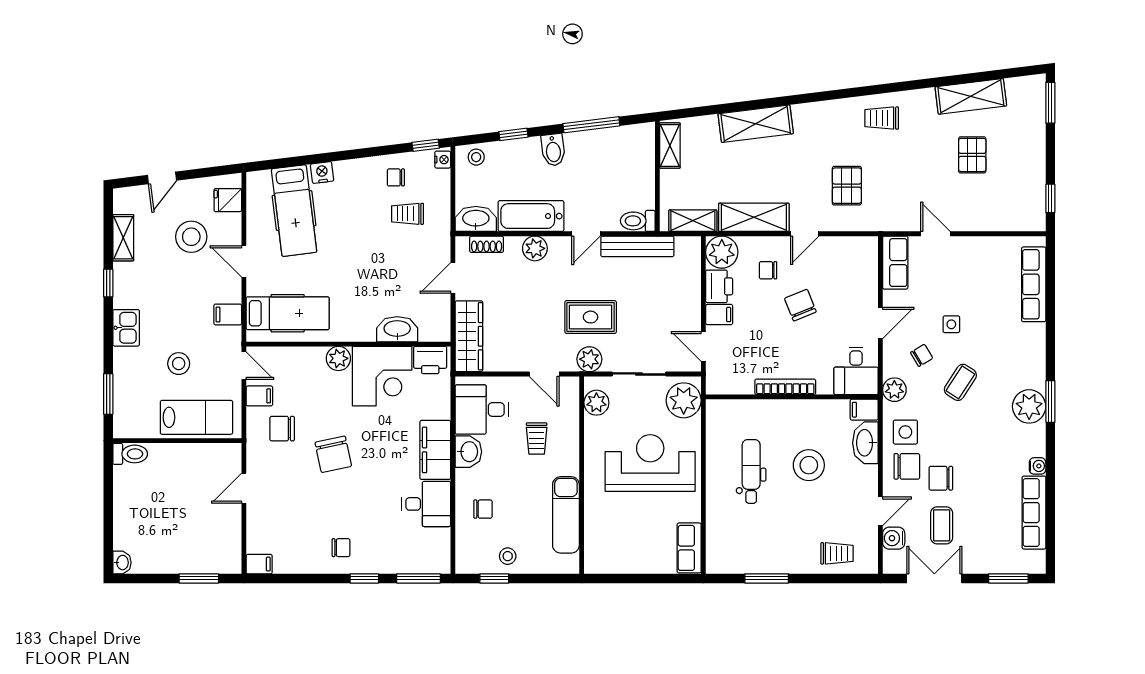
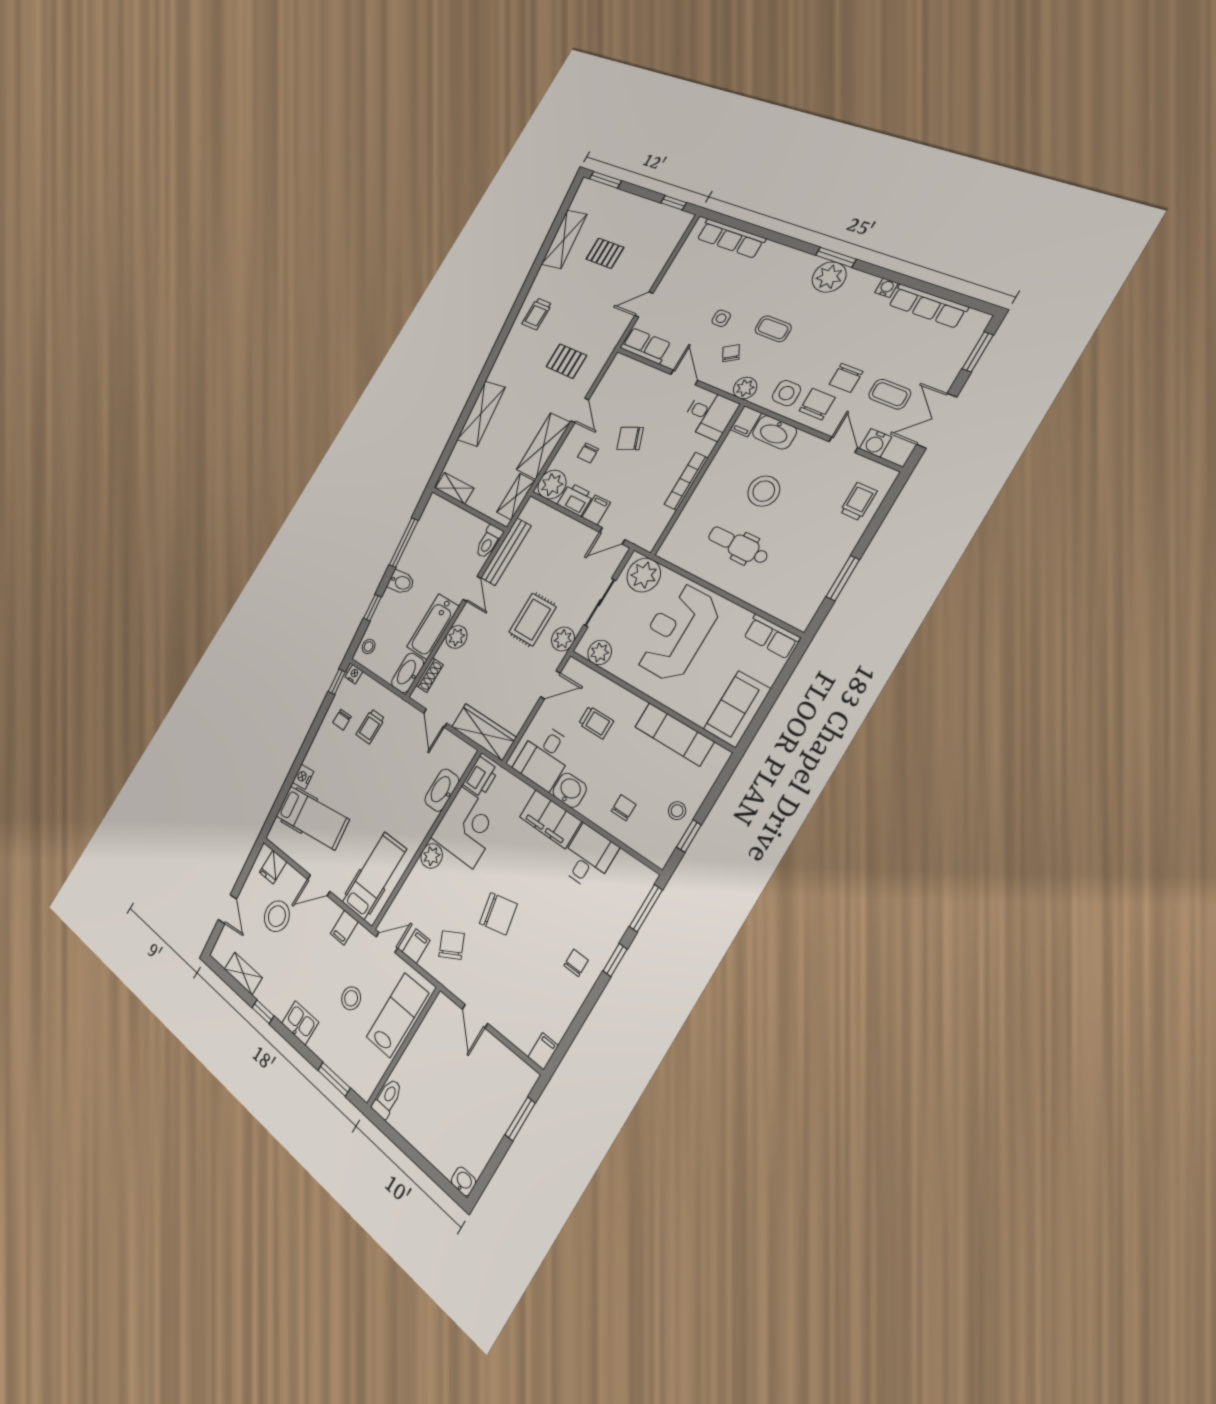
coffee table: (960, 382) -> (773, 329), turned -33
chair: (282, 429) -> (452, 945), turned 153
sofa: (615, 556) -> (737, 709), added

